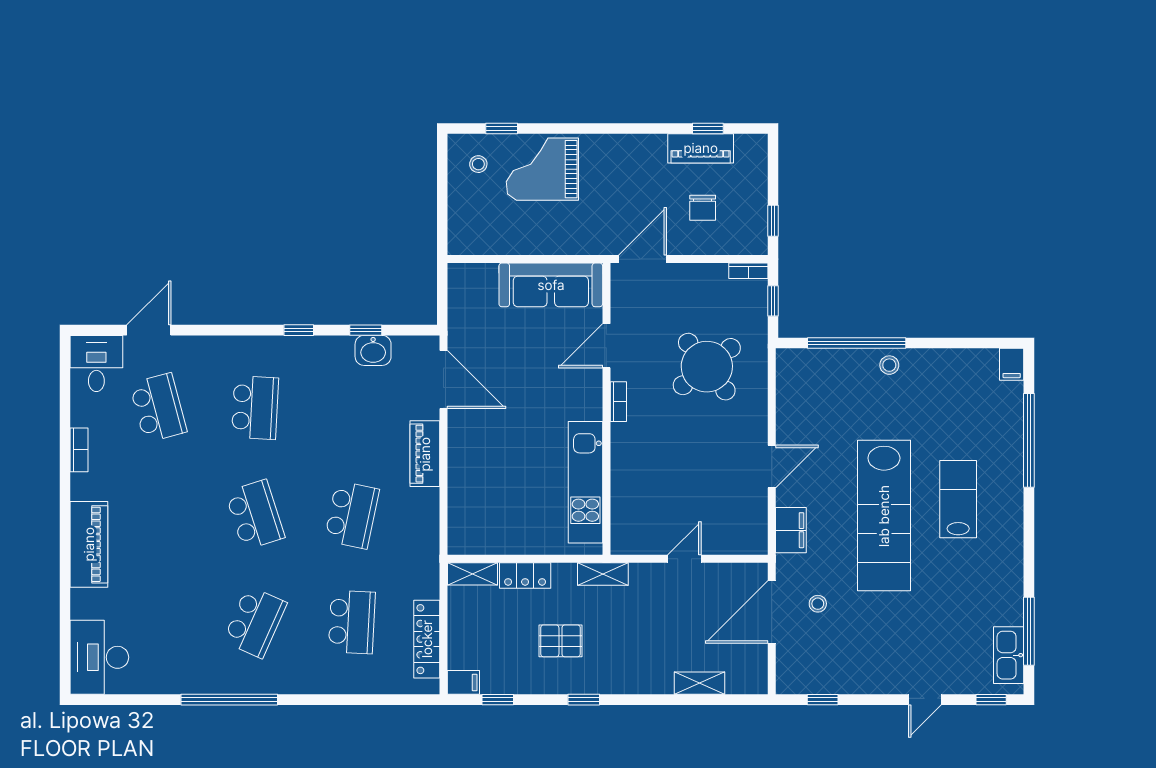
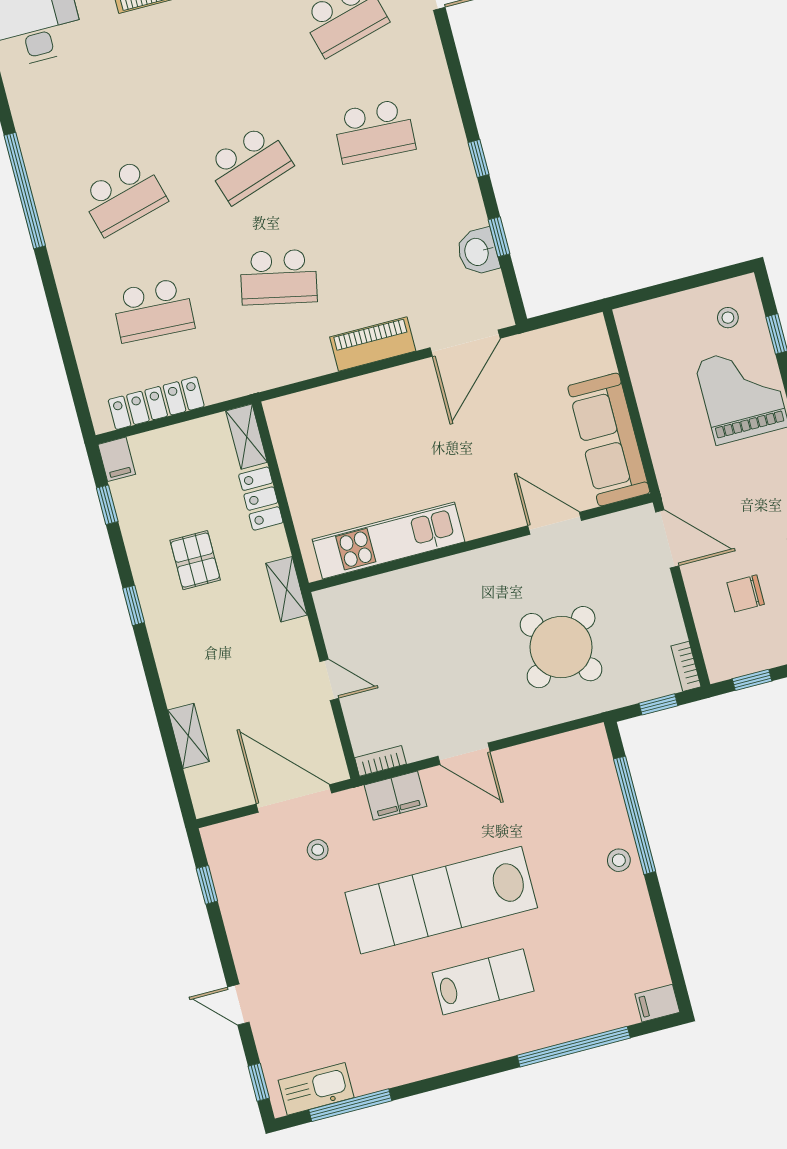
bookcase: (618, 402) -> (380, 761), moved, turned 180
school desk: (255, 622) -> (123, 197), turned -39

